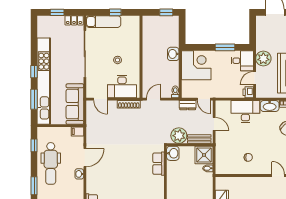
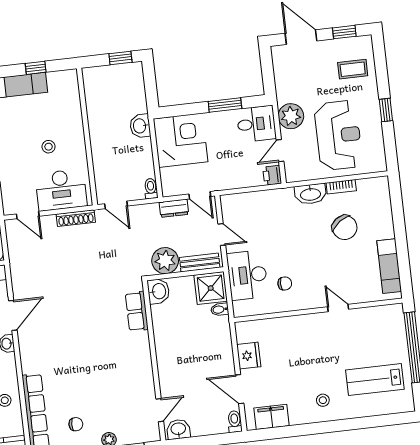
door: (154, 99) -> (116, 205), swing flipped
desk: (245, 112) -> (247, 275), moved, turned -90

